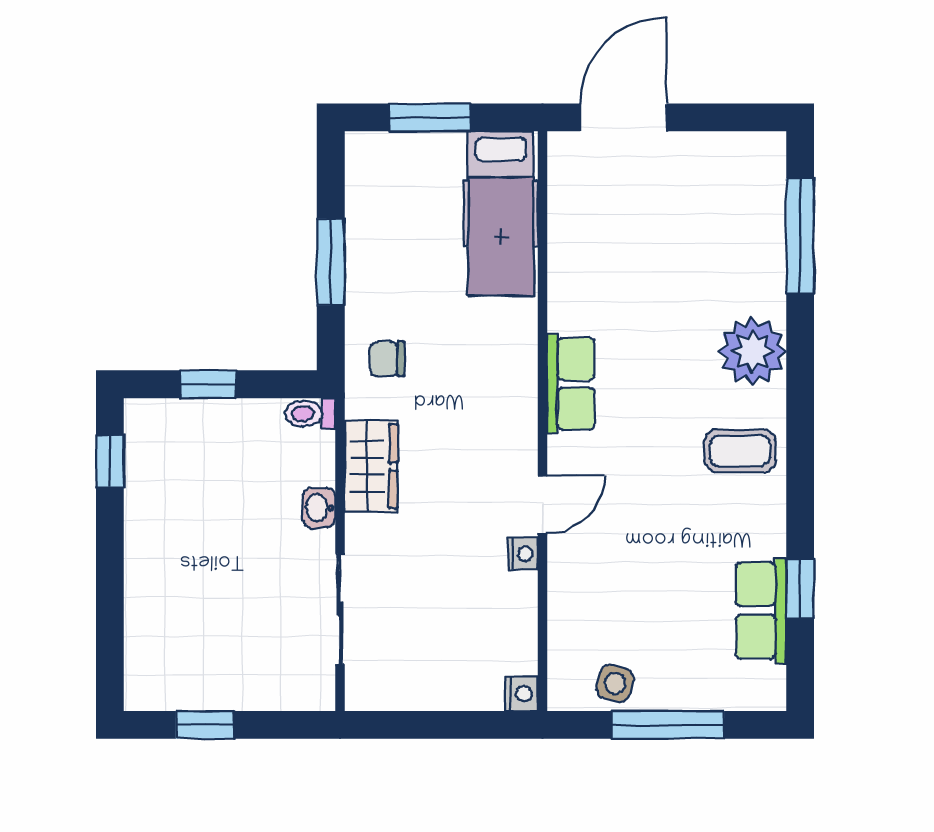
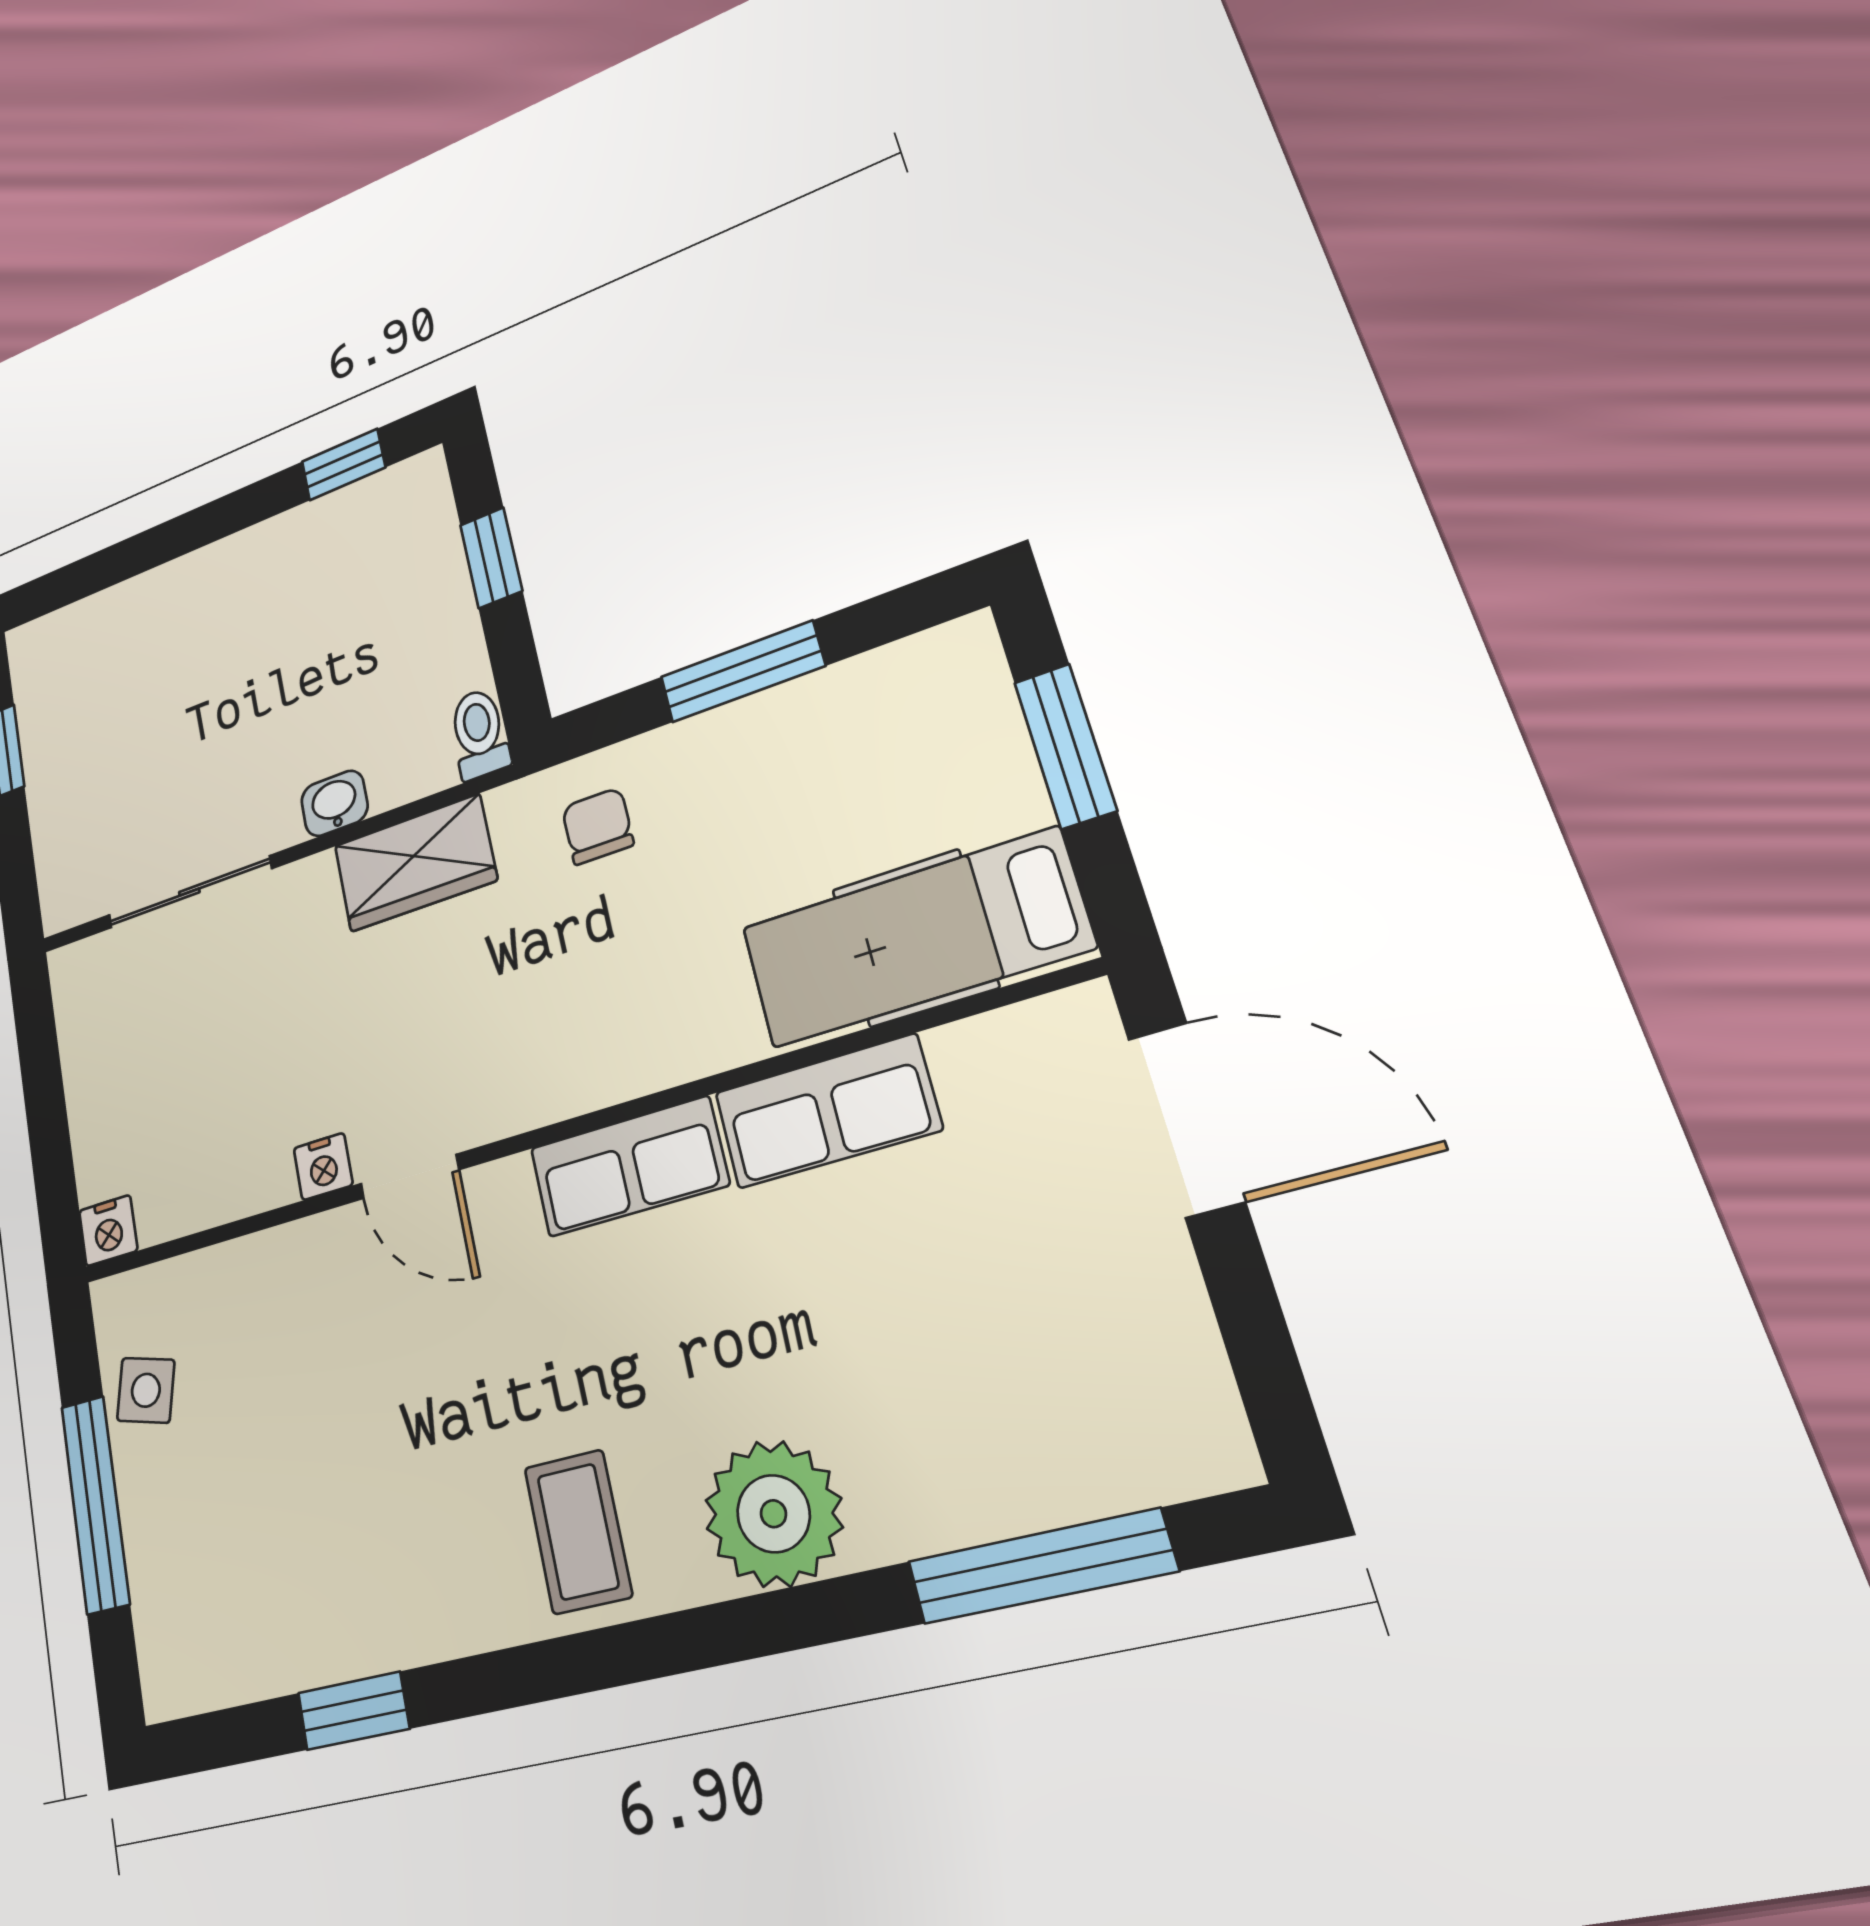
row of seats: (761, 610) -> (827, 1111), moved, turned 180

